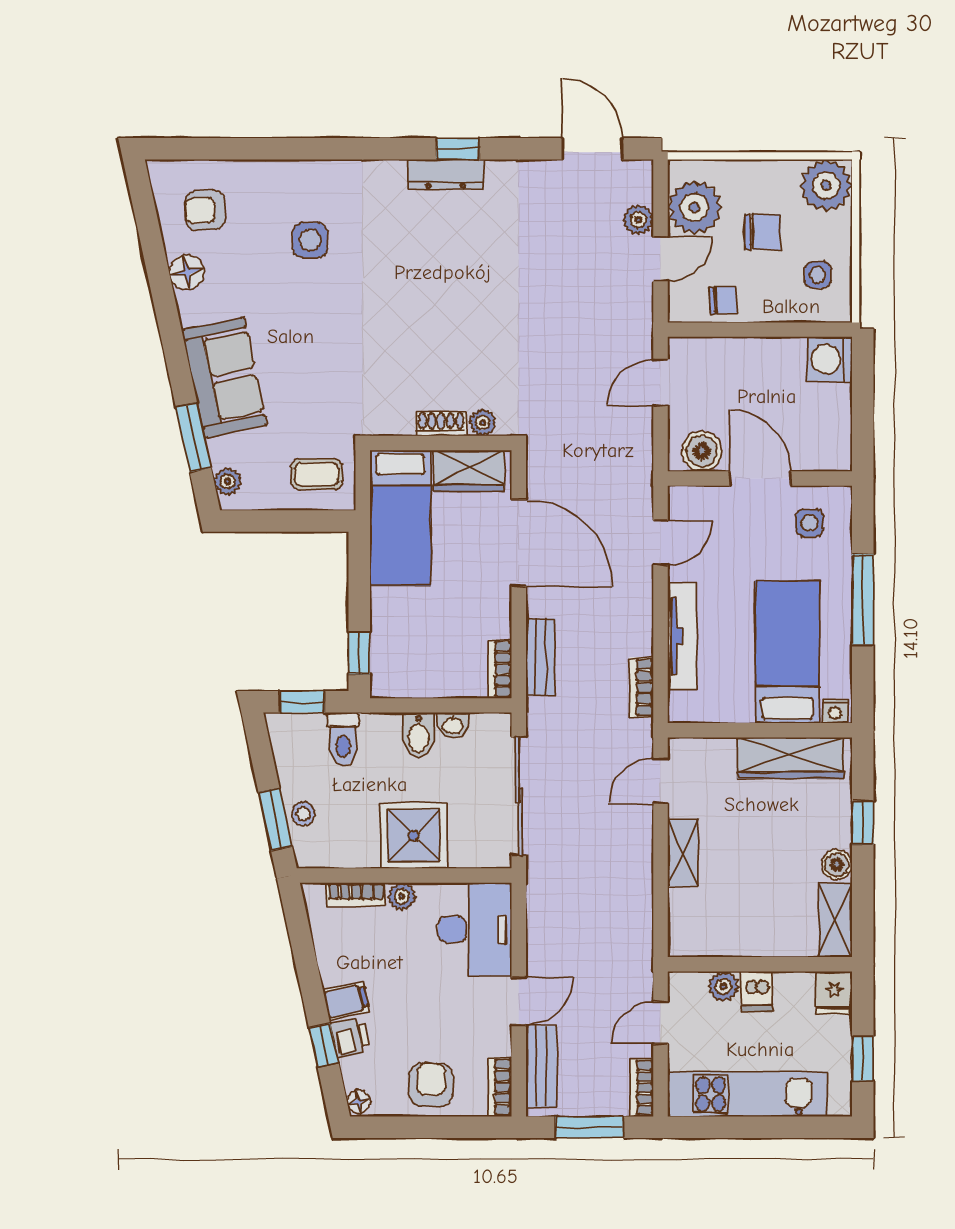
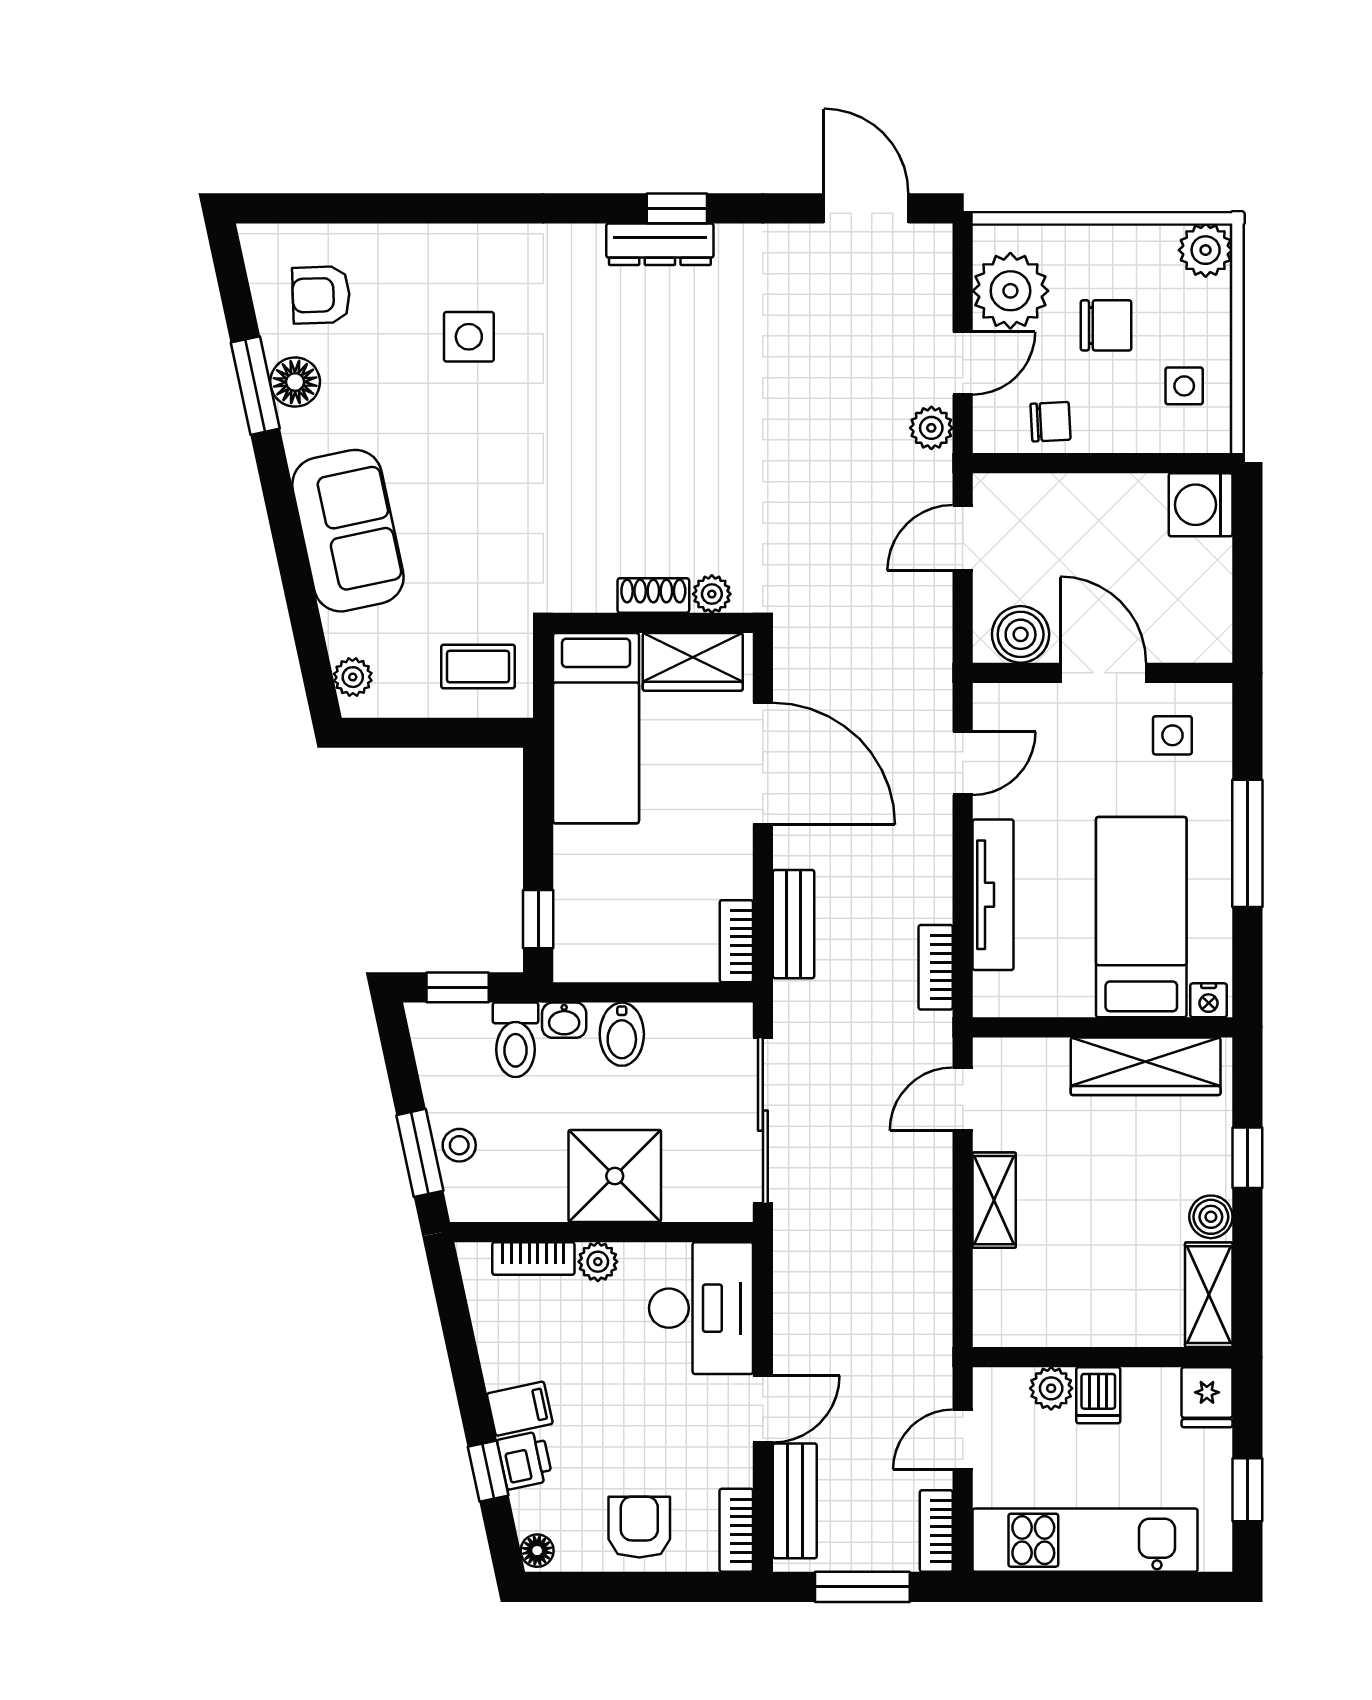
plant: (826, 185) -> (1206, 250), width x0.73, depth x0.73
plant: (638, 220) -> (931, 428), moved
window: (193, 437) -> (255, 386), moved
washbasin: (453, 725) -> (564, 1020), moved

